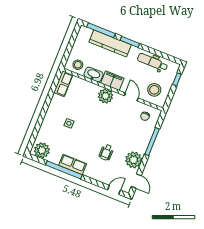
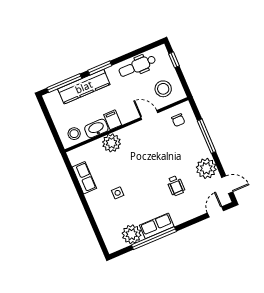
filing cabinet: (112, 81) -> (113, 120), width x0.50
row of seats: (63, 84) -> (84, 178), moved
plant: (106, 96) -> (112, 143), moved
plant: (42, 150) -> (132, 234), moved

